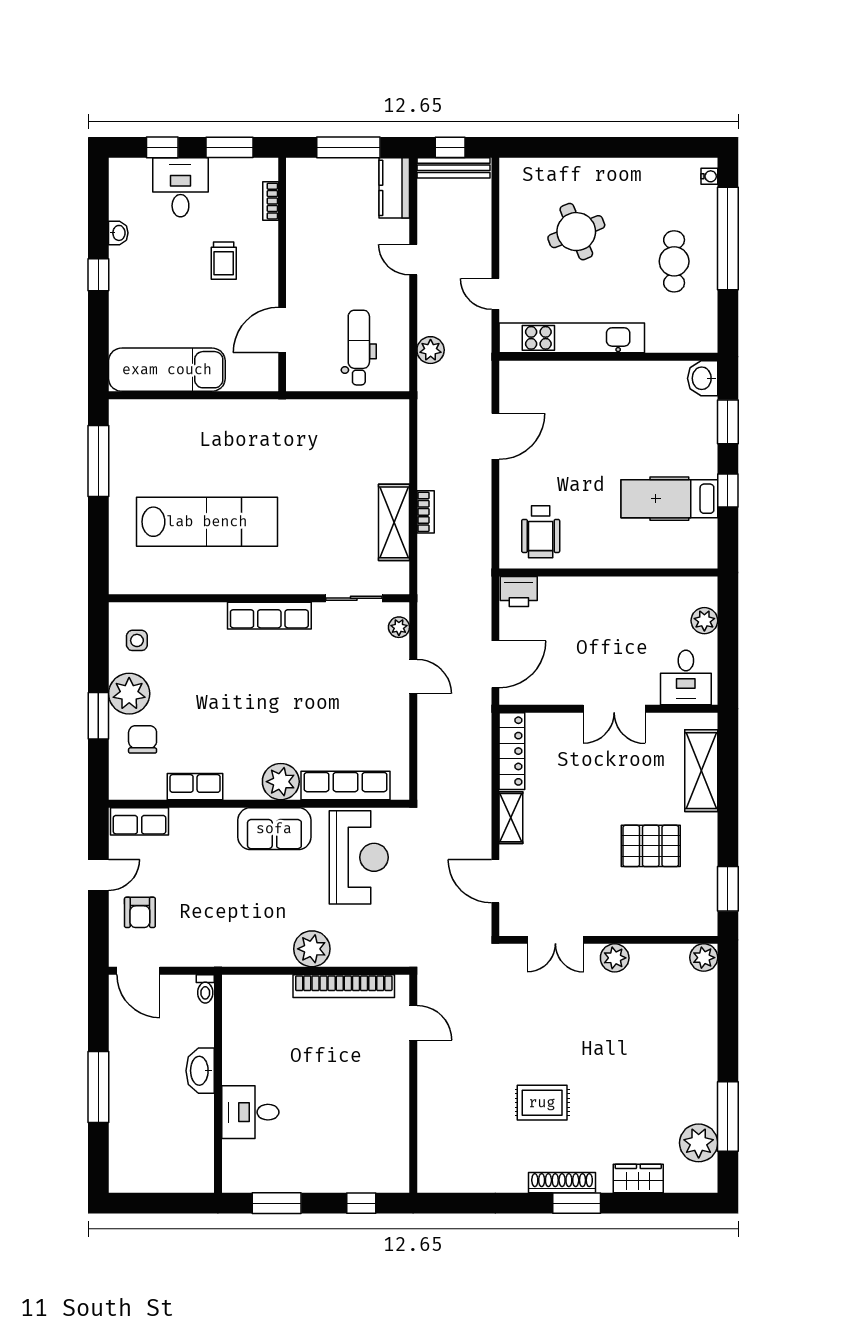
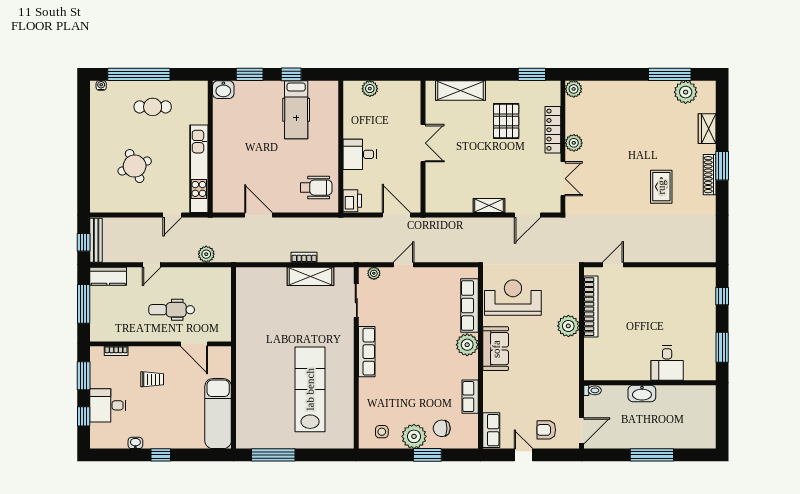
dental chair: (359, 348) -> (172, 310), moved
desk: (686, 677) -> (360, 154), moved, turned 180
locker: (512, 751) -> (553, 130), moved, turned -90
armchair: (140, 912) -> (546, 430), turned 180

